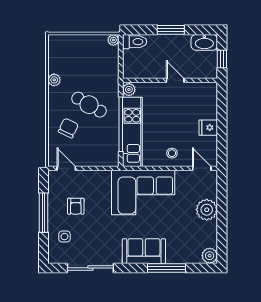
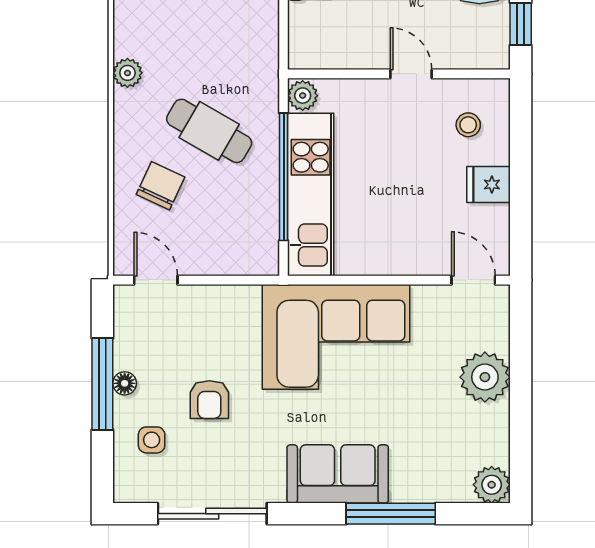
stool: (172, 153) -> (468, 125), moved
armchair: (76, 206) -> (209, 400), moved
floor lamp: (53, 212) -> (125, 383), added

